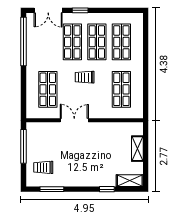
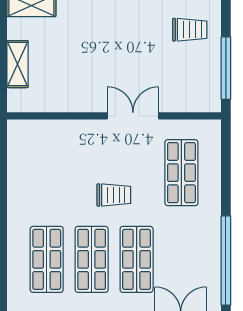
shop shelf: (121, 89) -> (47, 173), removed
double door: (74, 120) -> (133, 116), swing flipped

